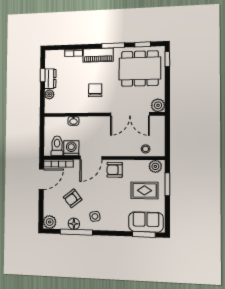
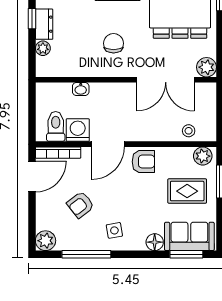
armchair: (115, 170) -> (143, 162), turned 180
floor lamp: (74, 224) -> (155, 242), moved

